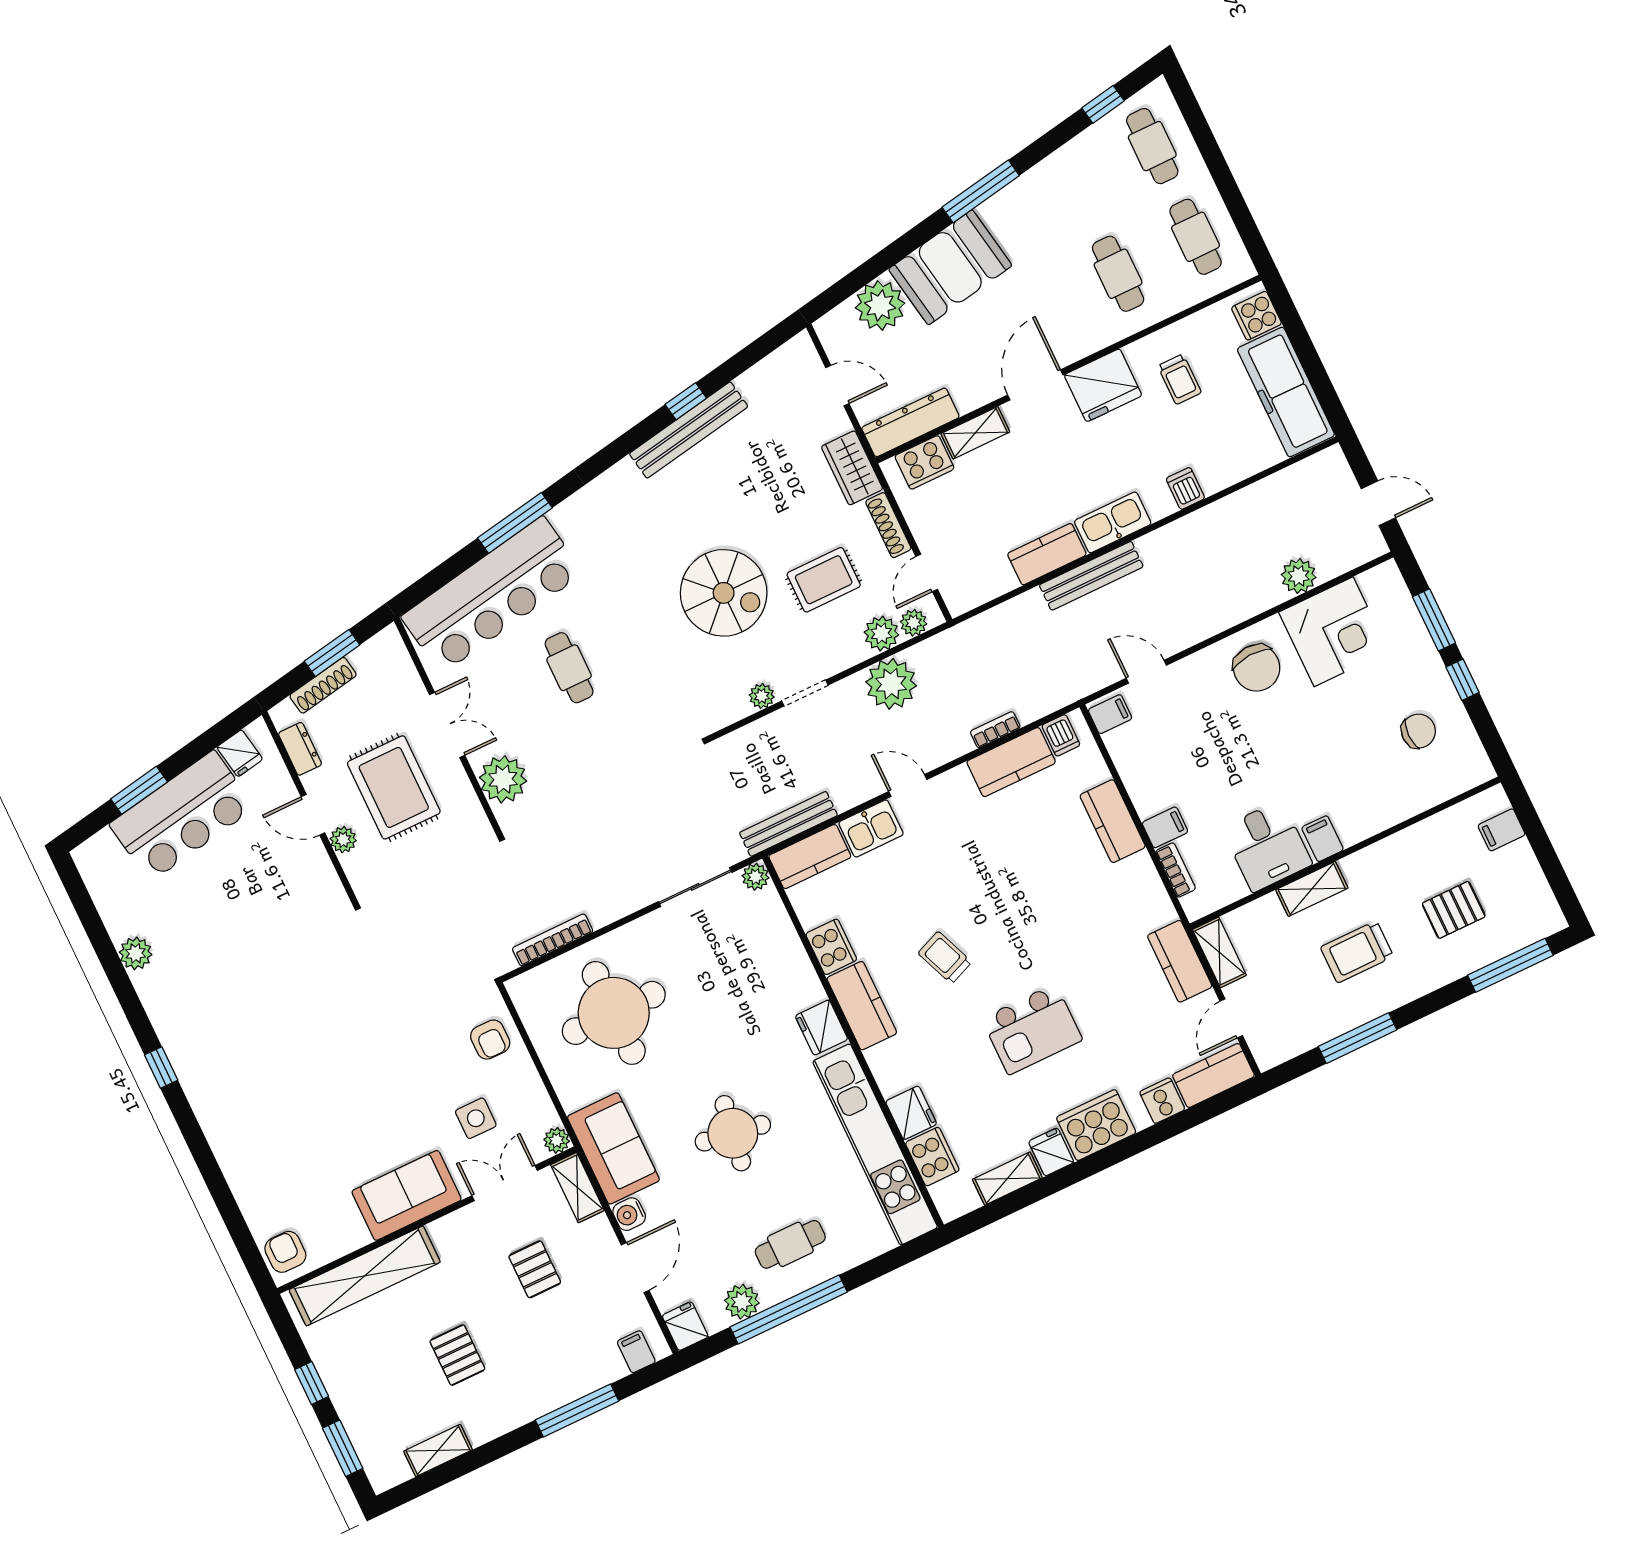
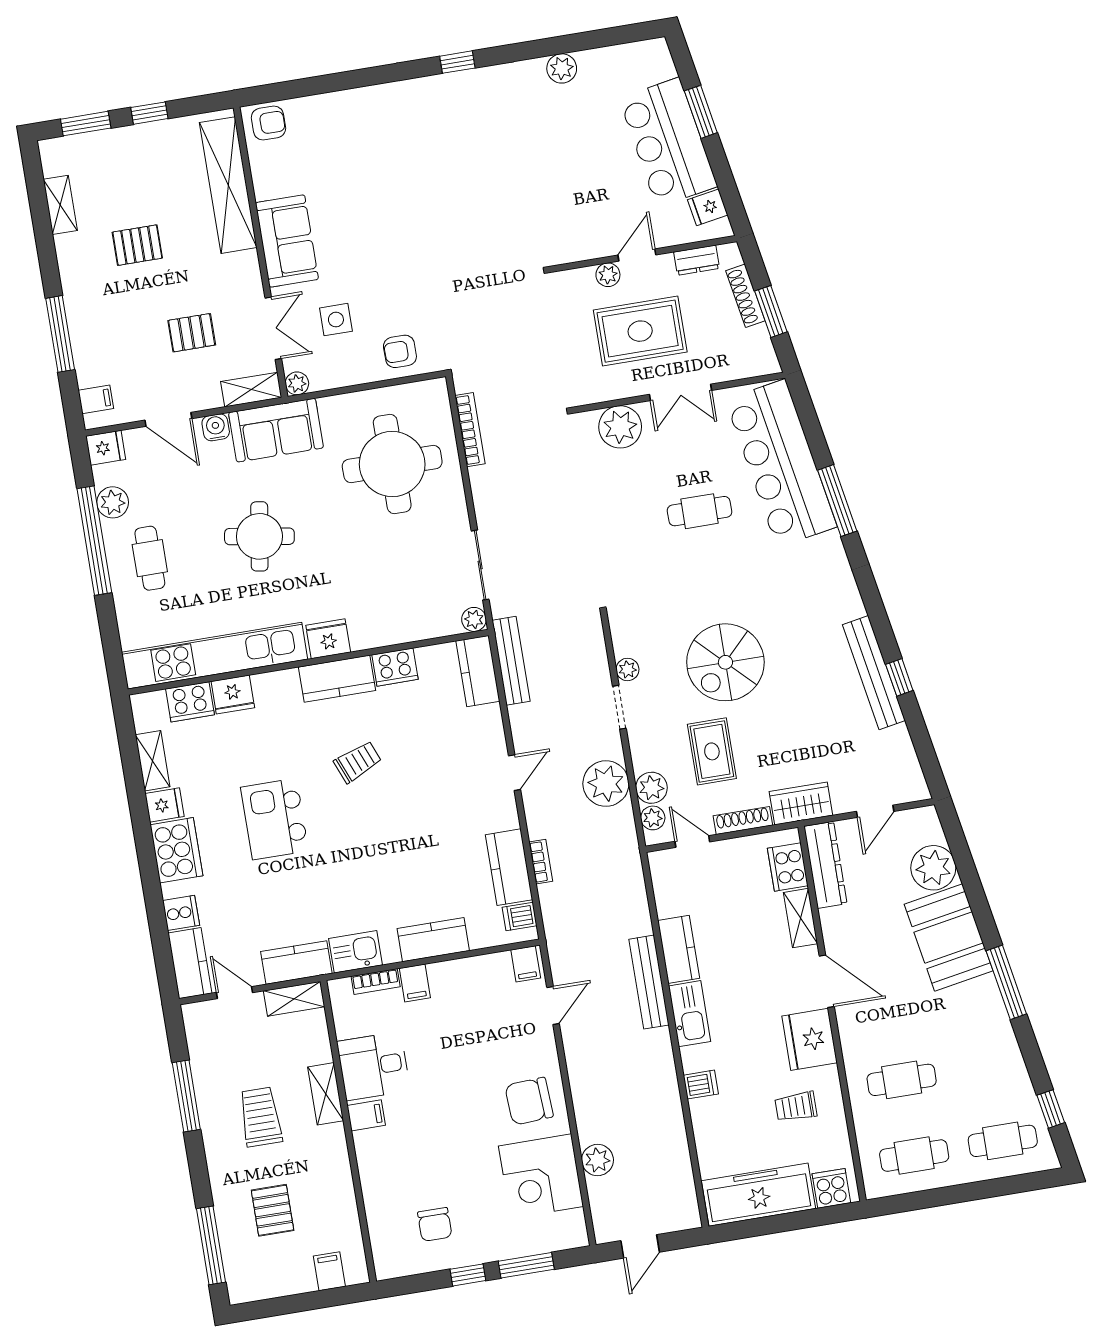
kitchen sink: (871, 828) -> (355, 952), moved, turned 90

